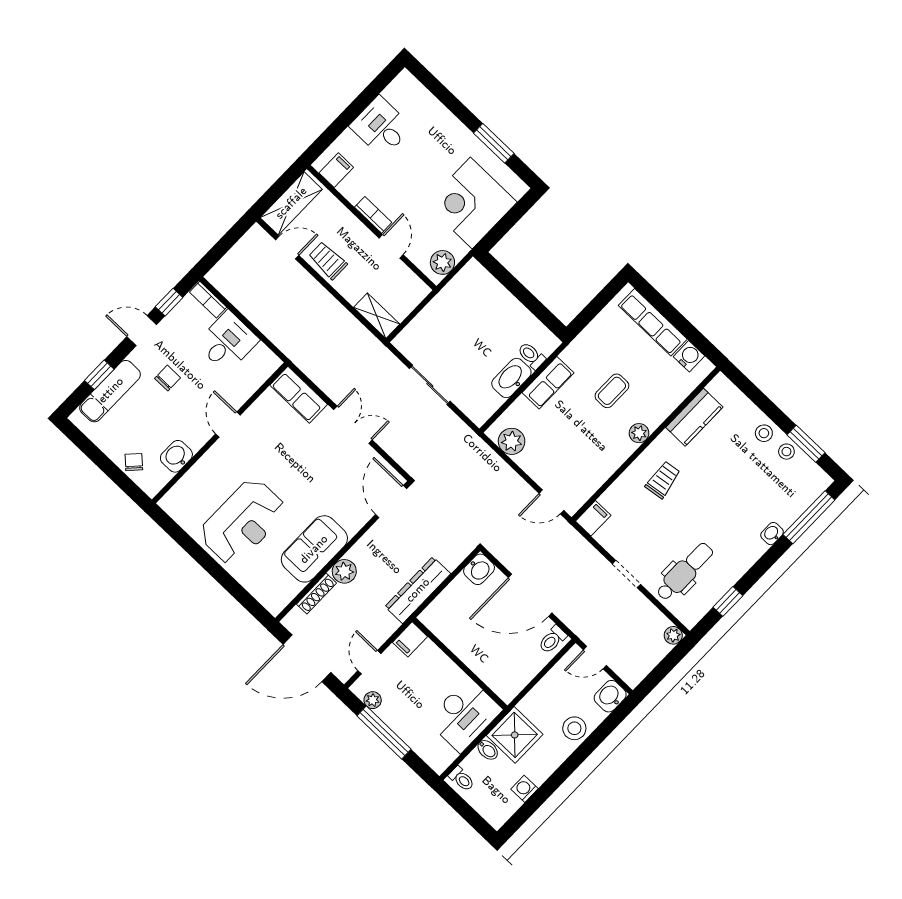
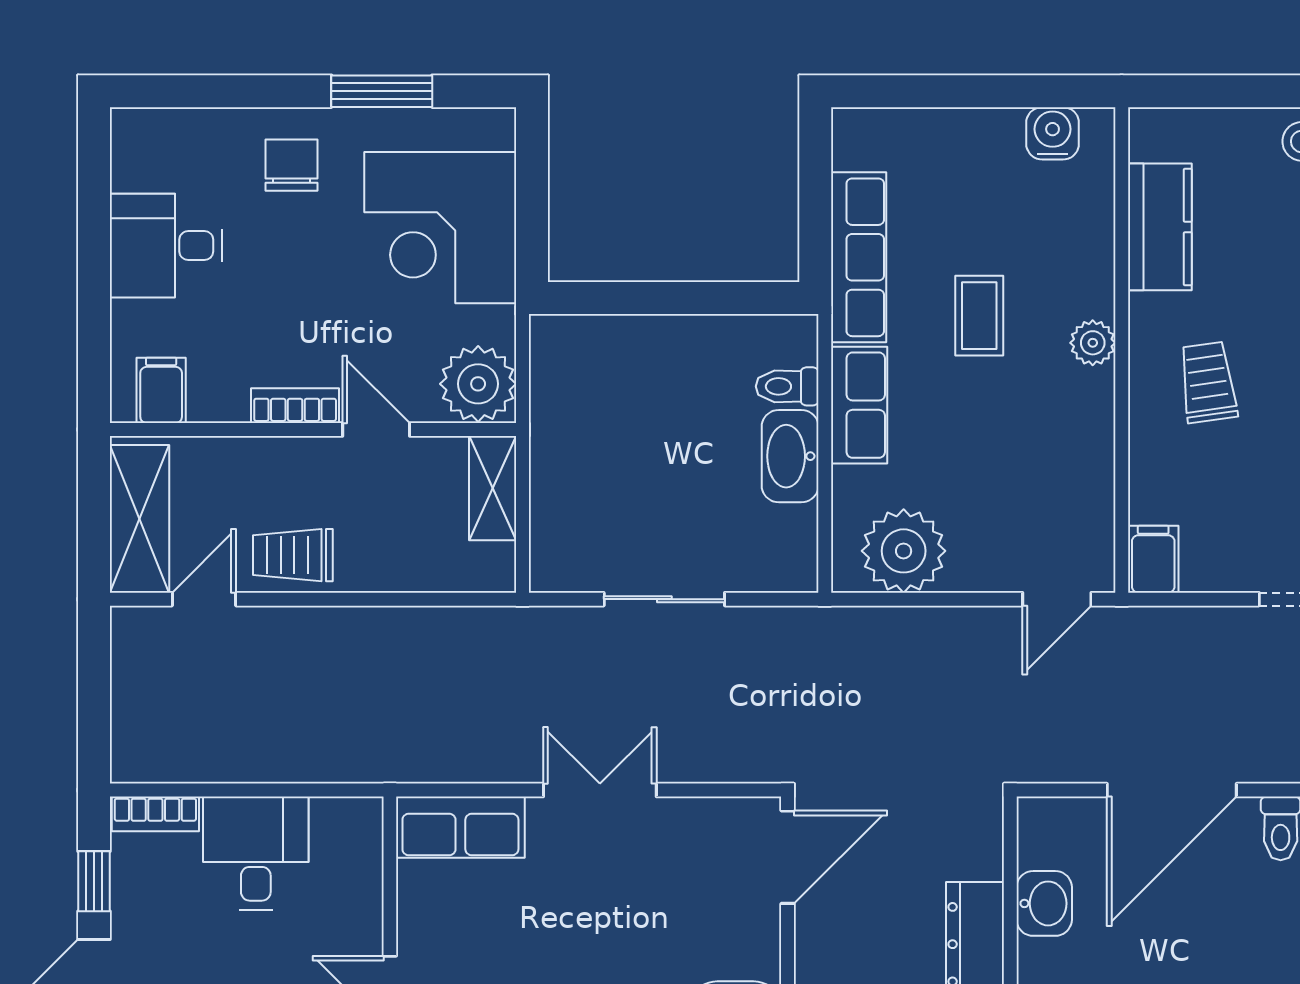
chair: (444, 139) -> (292, 165), added
plant: (442, 262) -> (478, 384), width x1.36, depth x1.36
shelving: (377, 316) -> (493, 488), moved, turned 90
row of seats: (653, 322) -> (859, 257), moved, turned -90
plant: (512, 441) -> (904, 551), width x1.36, depth x1.36
door: (391, 501) -> (788, 857), swing flipped
washbasin: (479, 569) -> (1044, 903), moved

